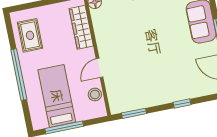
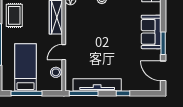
tv unit: (148, 100) -> (97, 85), added
window: (134, 113) -> (84, 93), width x1.44

